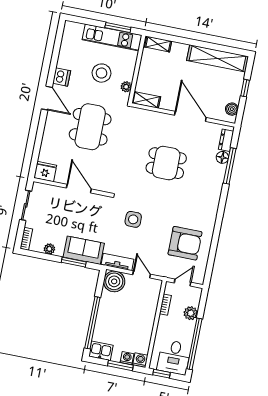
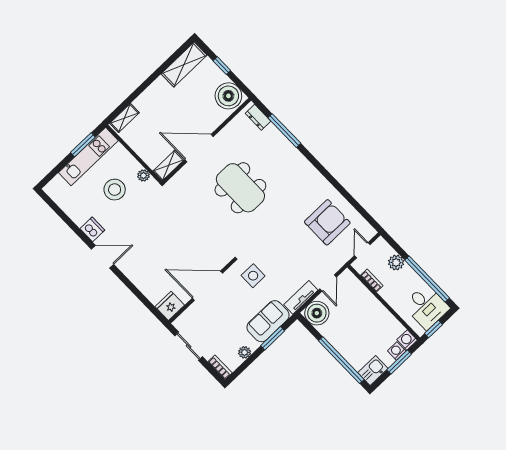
shelving: (217, 58) -> (184, 65), width x0.68
boiler: (232, 109) -> (228, 96), width x1.86, depth x1.86
door: (190, 116) -> (199, 148), moved
dining table: (90, 127) -> (157, 235), removed
floor lamp: (222, 157) -> (272, 132), removed
dining table: (166, 163) -> (240, 188), width x1.38
door: (79, 189) -> (207, 286), width x1.36
side table: (133, 219) -> (253, 276), moved
door: (142, 274) -> (328, 283), swing flipped

